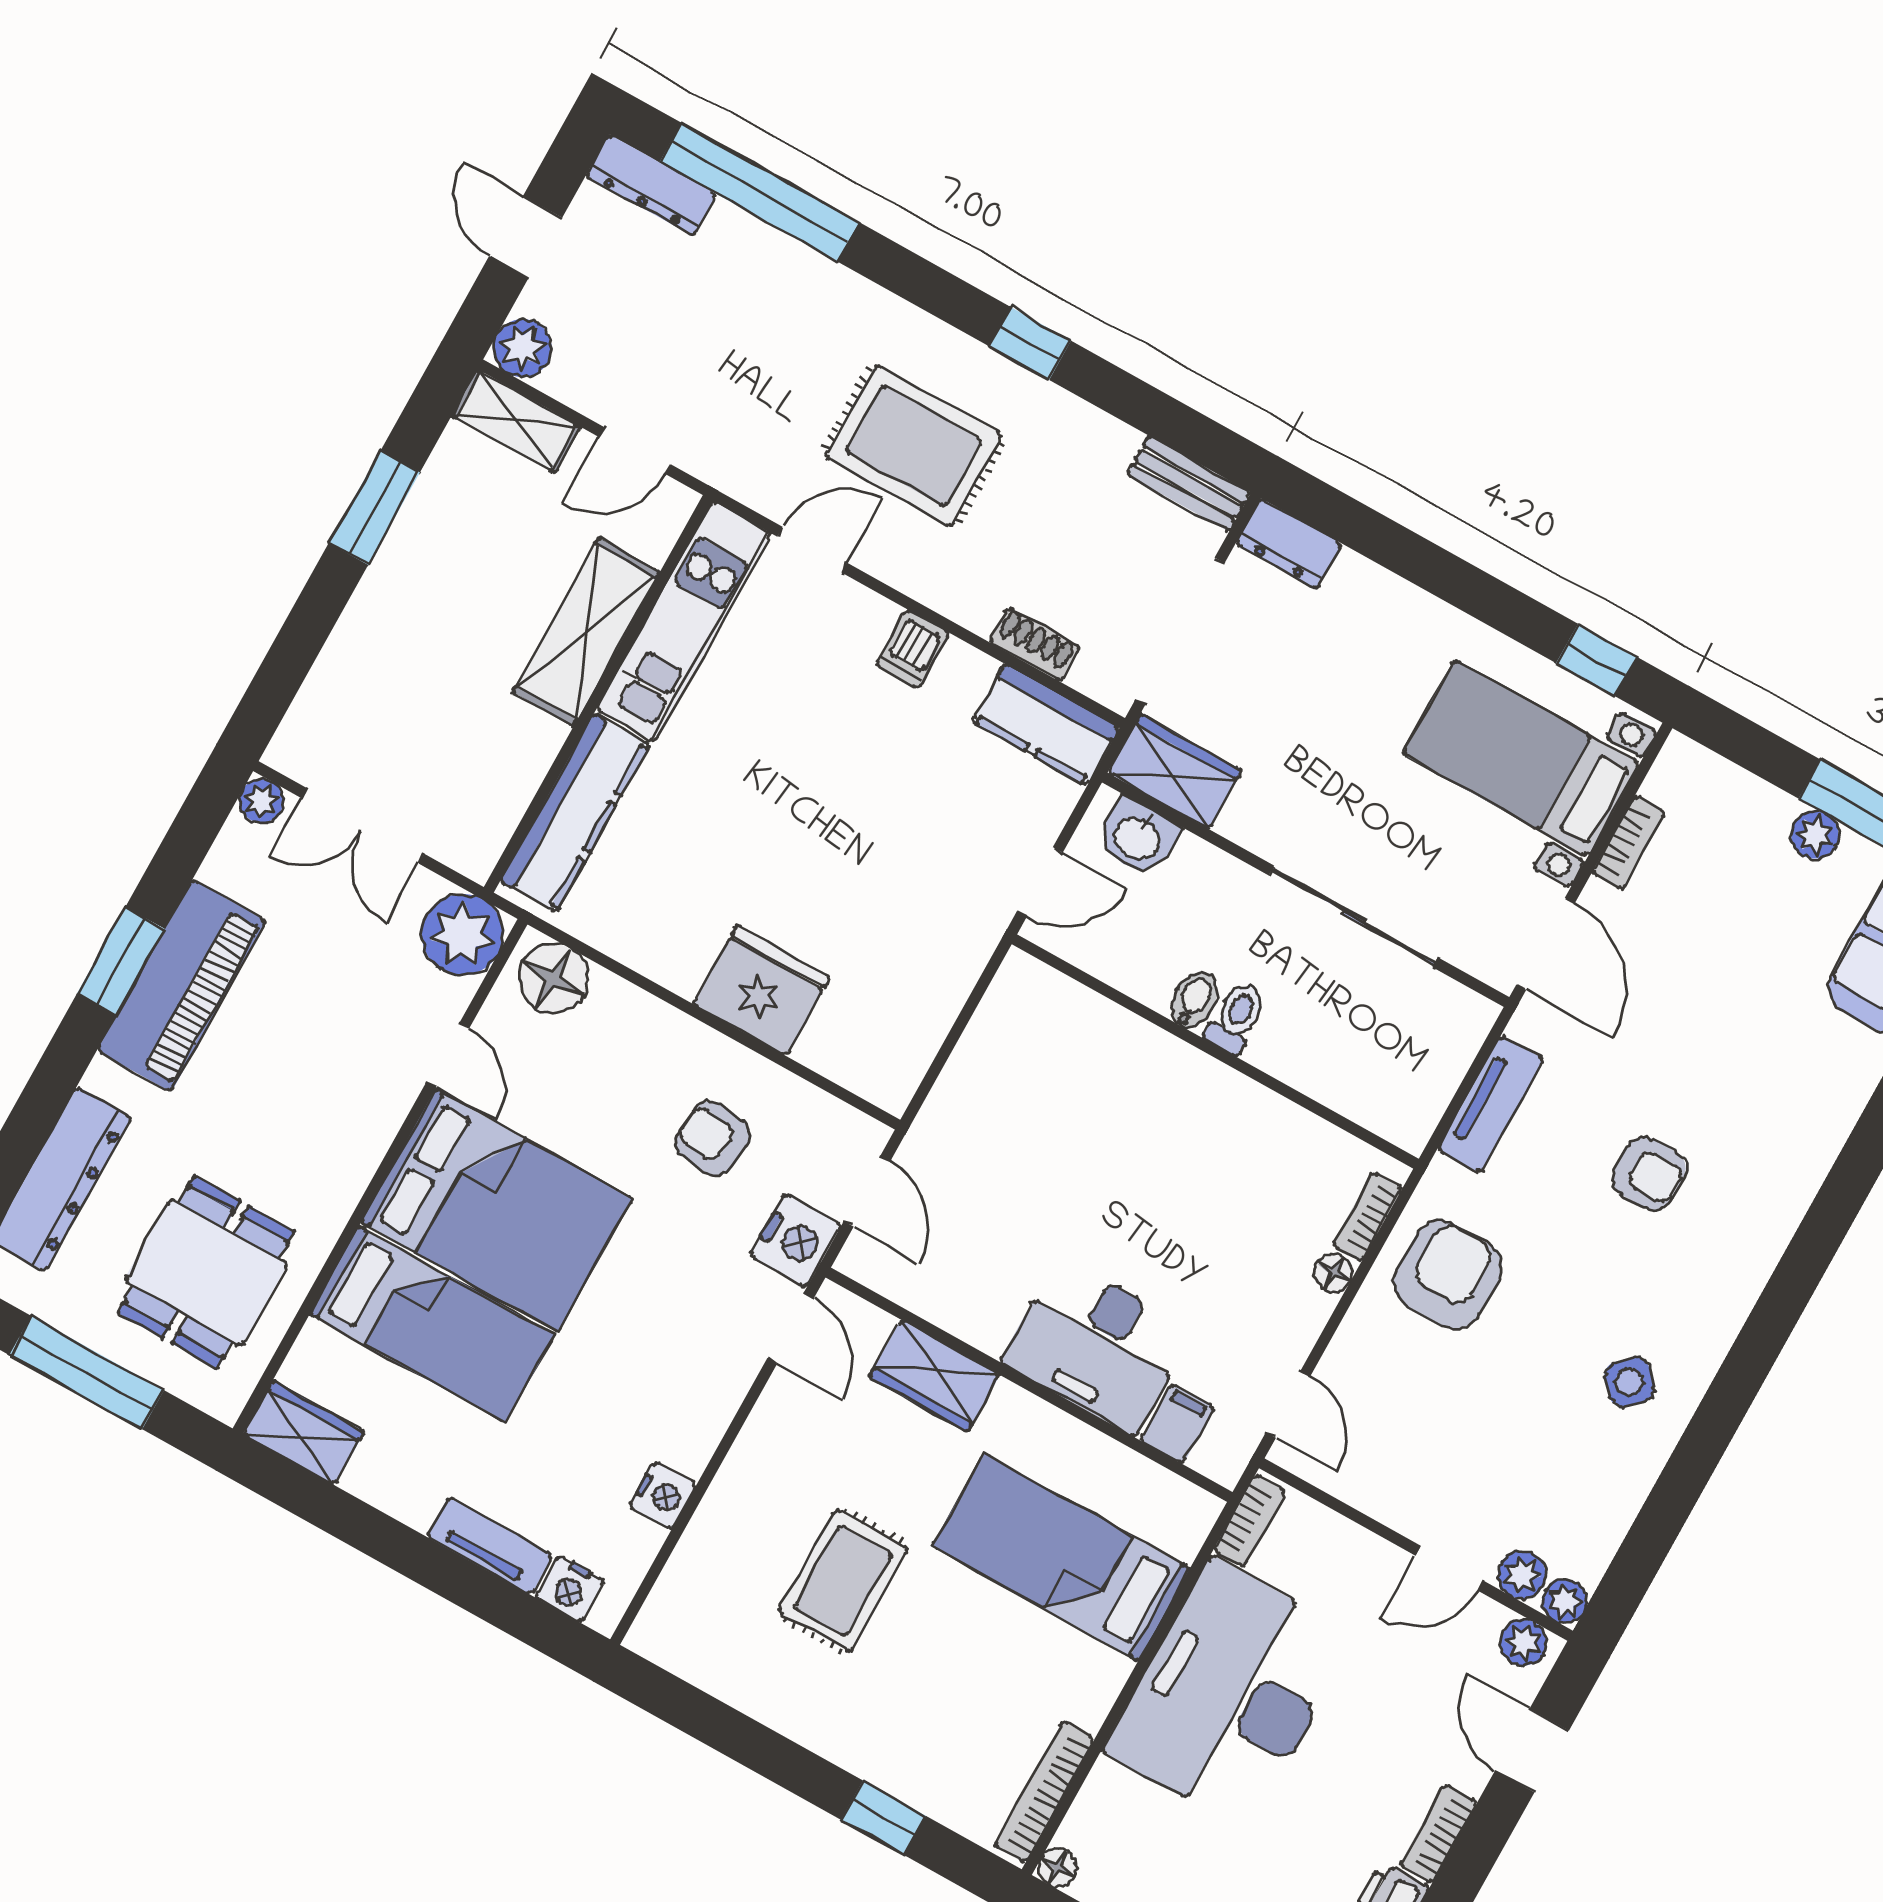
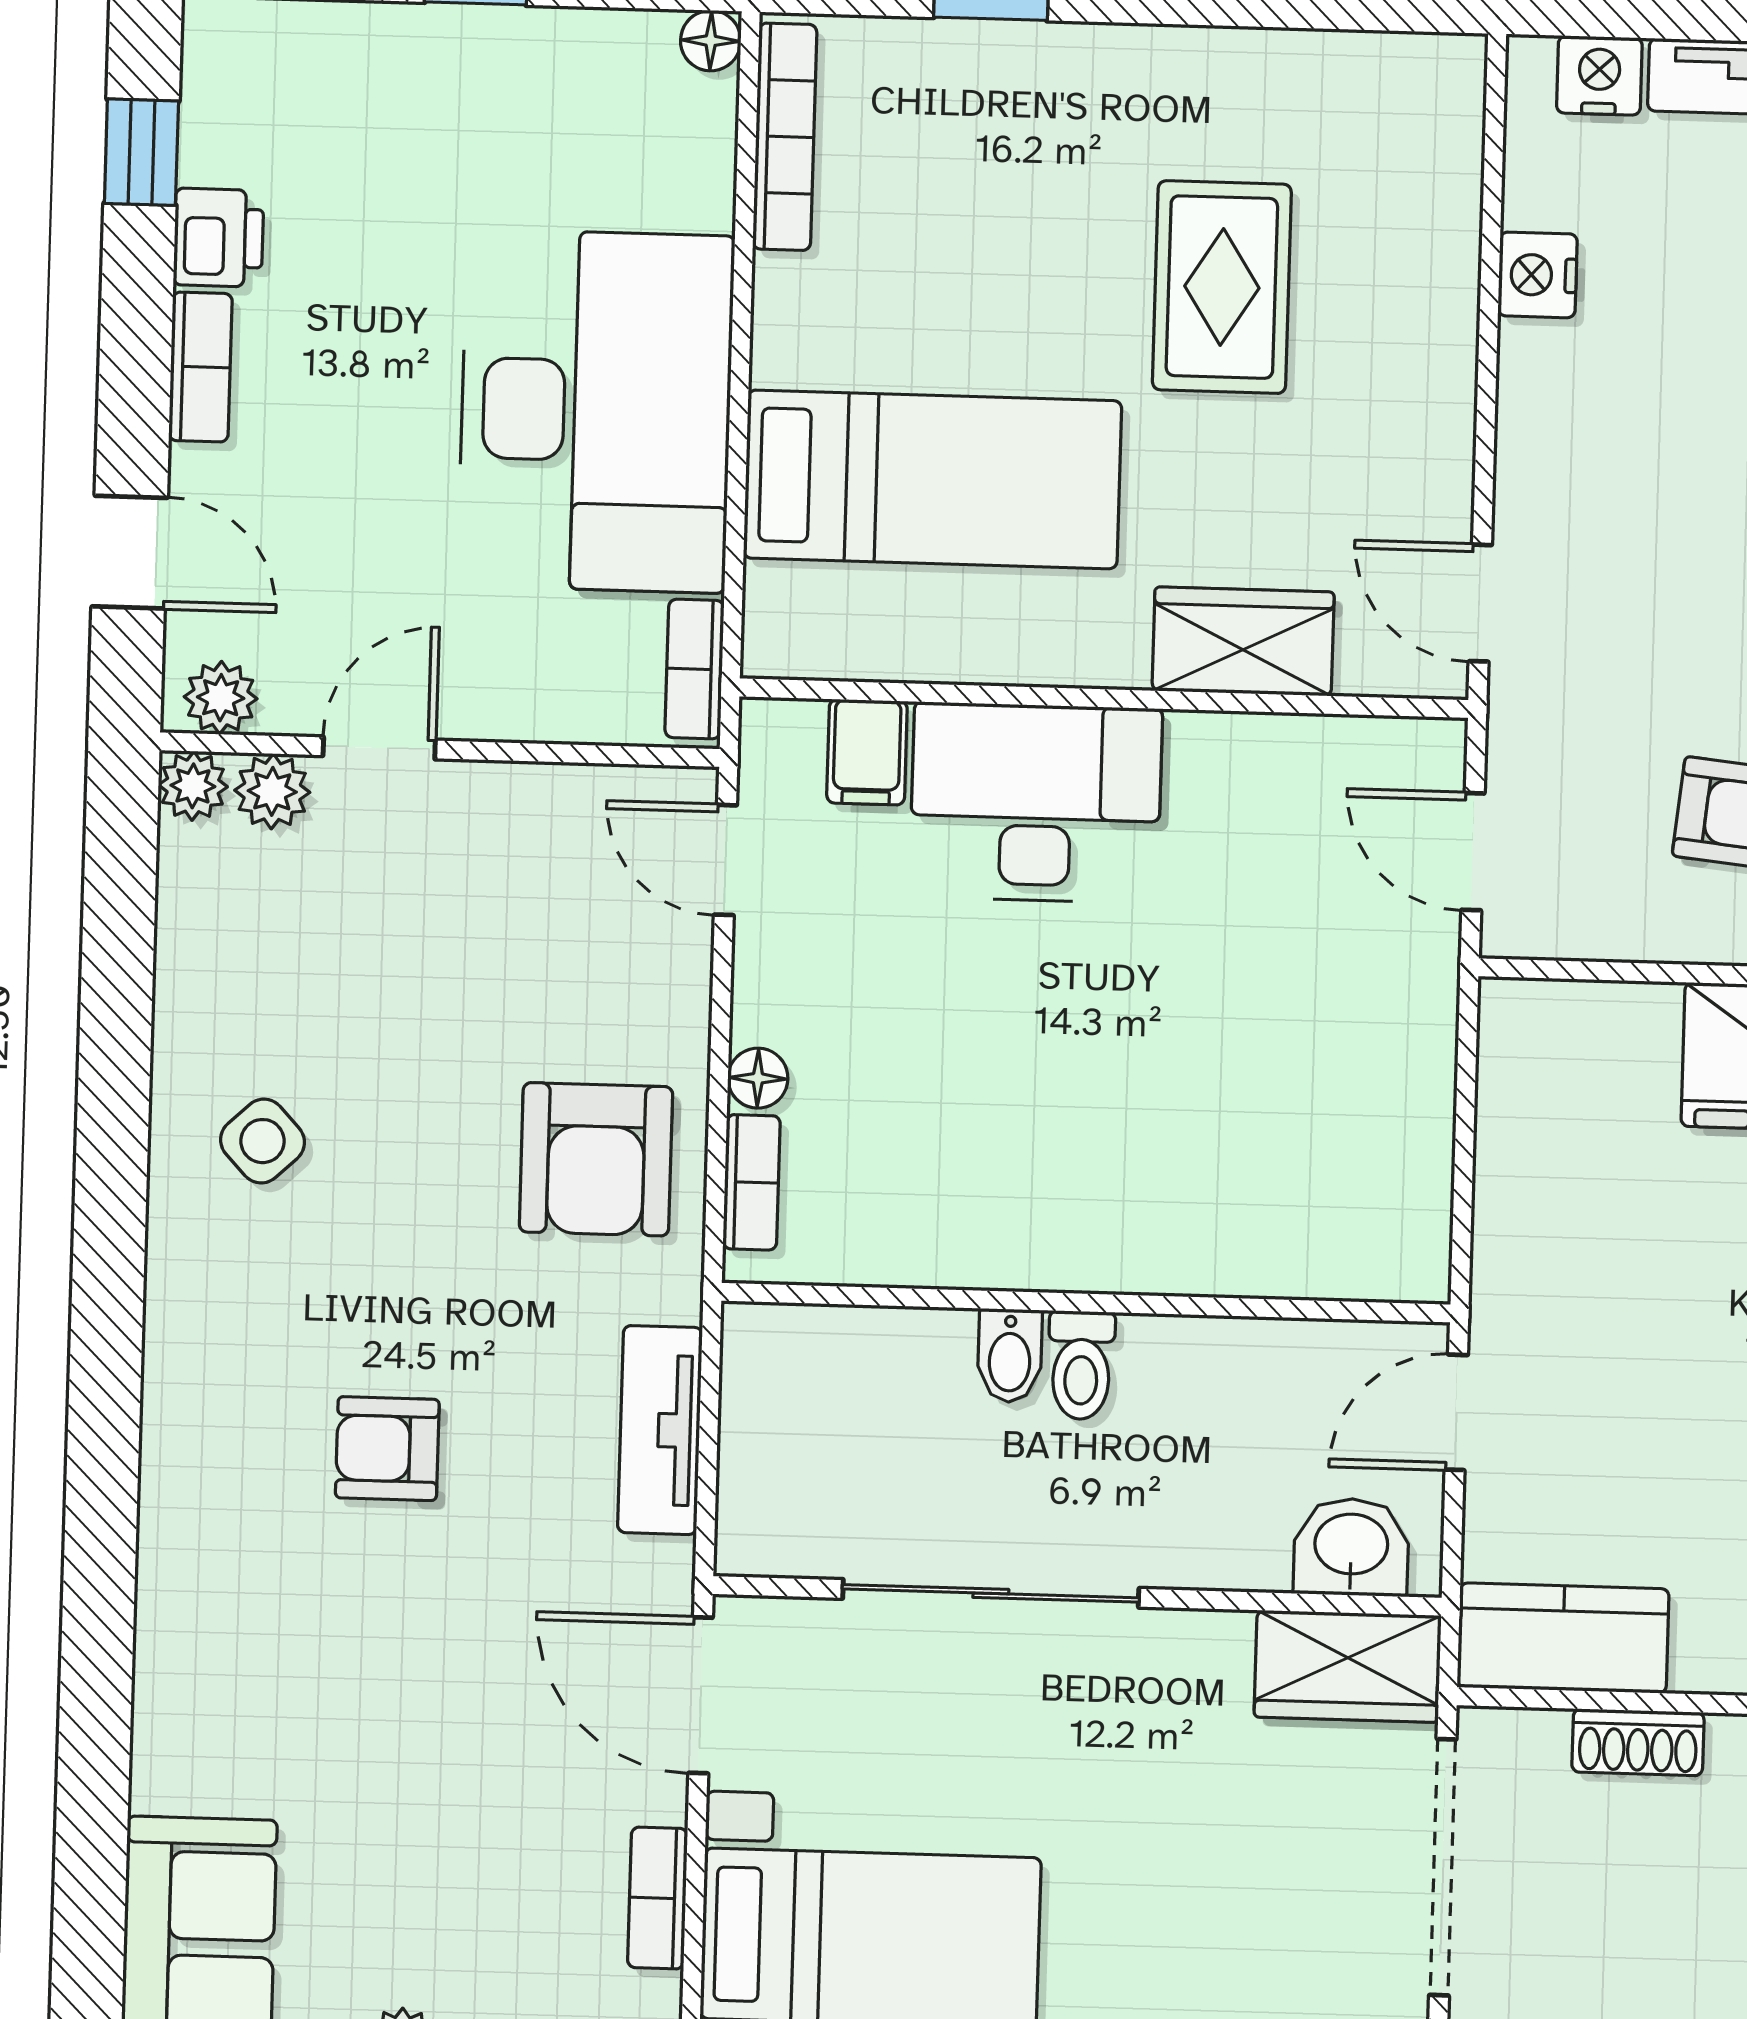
bidet: (1194, 1000) -> (1010, 1356), moved
nightstand: (796, 1241) -> (1537, 730), removed

